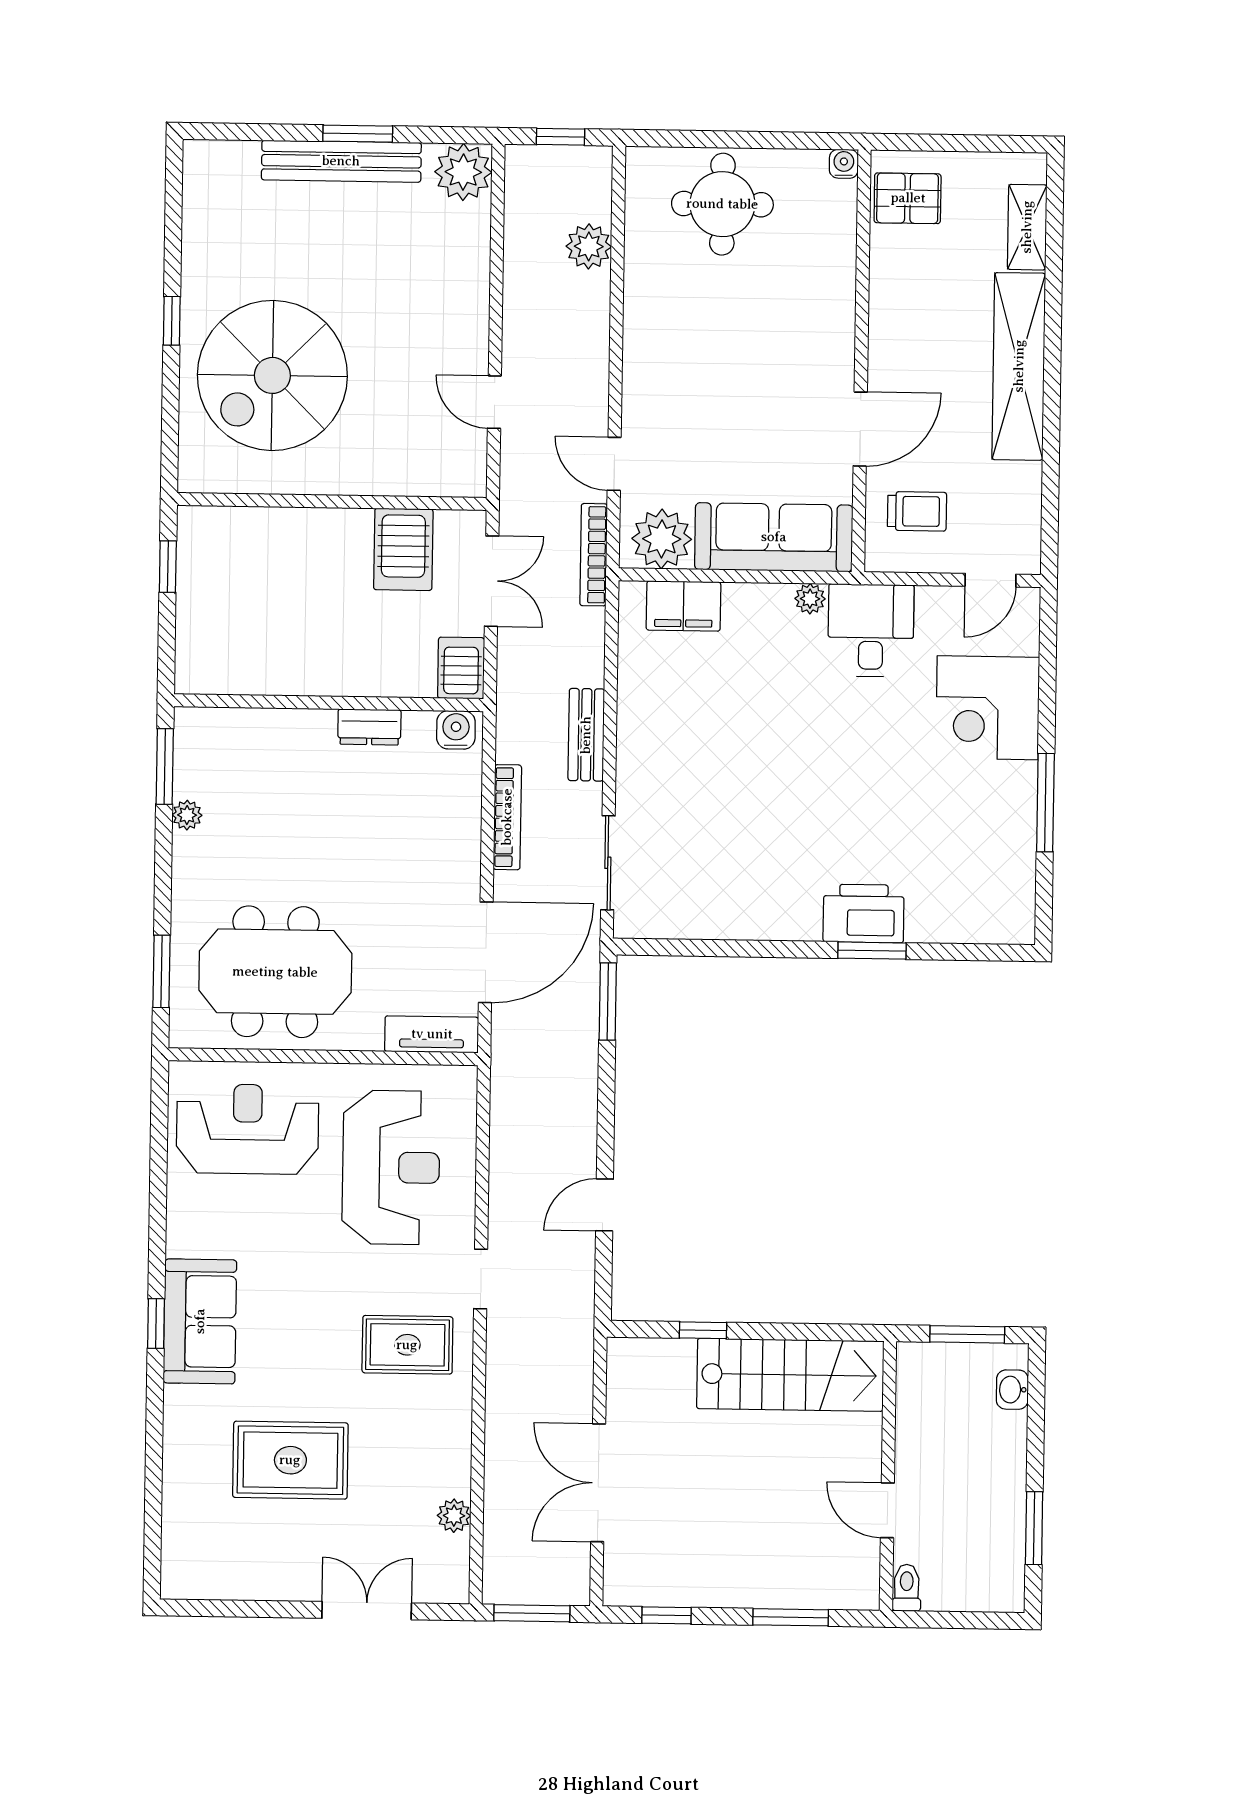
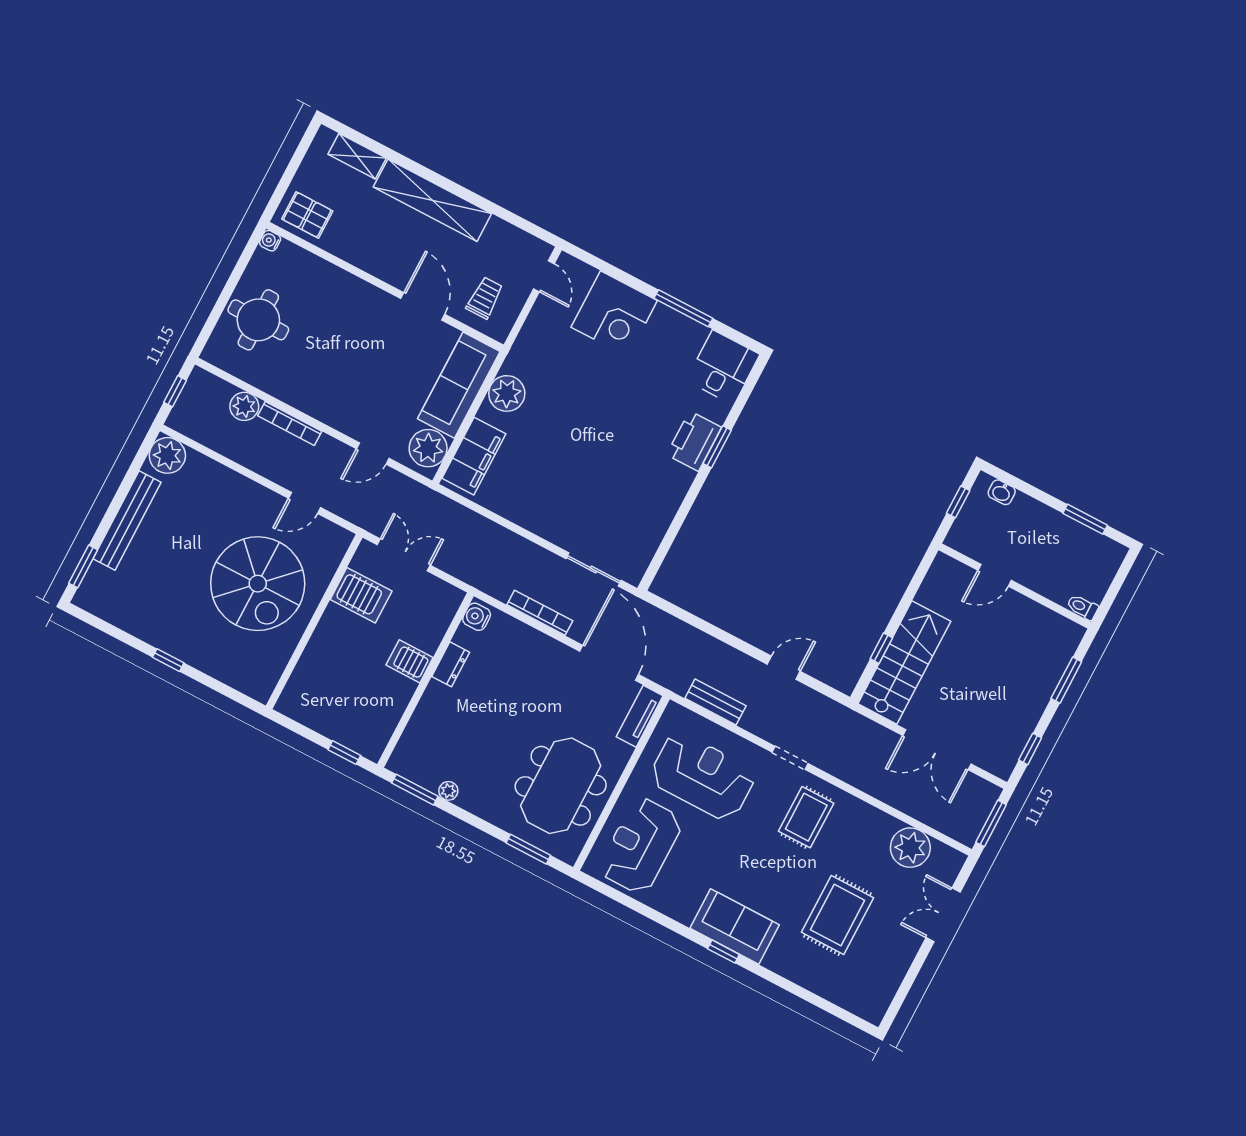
window: (358, 134) -> (83, 566), moved
pallet: (908, 198) -> (307, 215), turned 90
spiral stairs: (272, 375) -> (258, 584), moved
bookcase: (594, 555) -> (290, 423), moved
window: (168, 567) -> (344, 753), moved
plant: (810, 599) -> (507, 393), width x1.88, depth x1.88
filing cabinet: (683, 606) -> (474, 456), width x1.50, depth x1.17
desk: (871, 630) -> (723, 367), moved, turned 90
server rack: (461, 668) -> (410, 661), moved
bench: (586, 735) -> (716, 702), moved
window: (608, 1001) -> (671, 609), removed
door: (605, 1205) -> (784, 668), swing flipped
window: (967, 1334) -> (958, 502), width x0.67
stairs: (790, 1375) -> (904, 662), moved
door: (887, 1510) -> (995, 575), moved
plant: (454, 1516) -> (910, 848), width x1.88, depth x1.88

